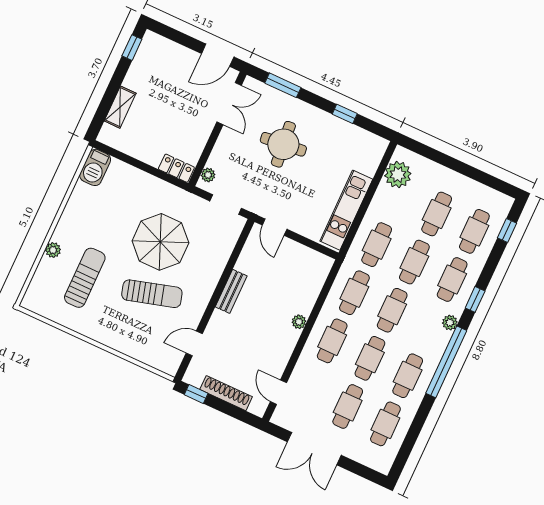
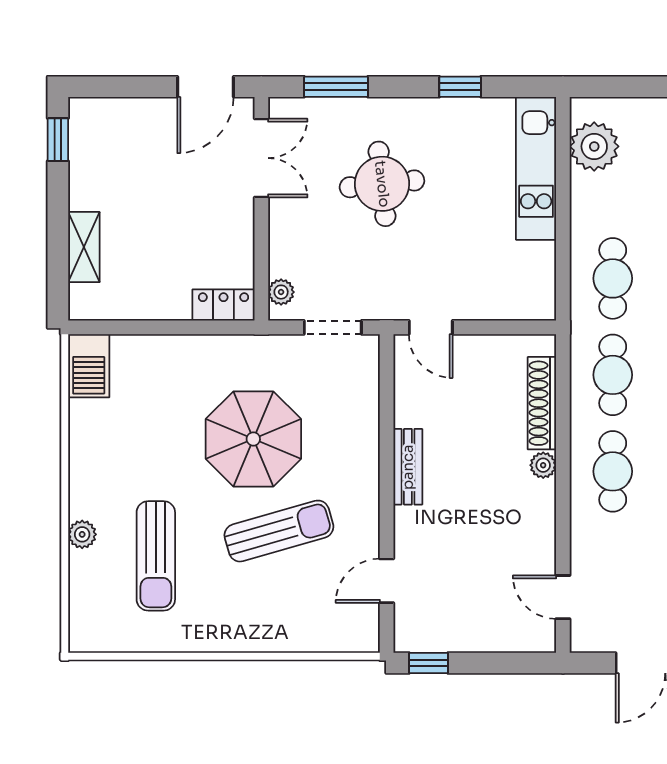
kitchen unit: (346, 210) -> (536, 168), moved
sun lounger: (85, 278) -> (156, 556), turned 180
shoe rack: (226, 393) -> (542, 403), moved, turned -90

